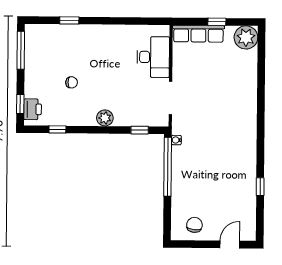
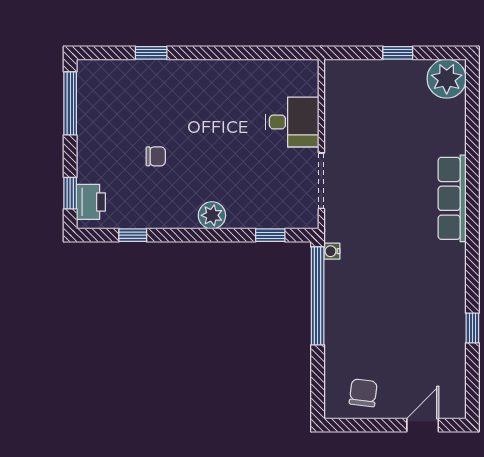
row of seats: (198, 34) -> (452, 198), moved, turned 90
desk: (153, 57) -> (292, 122), width x0.73

